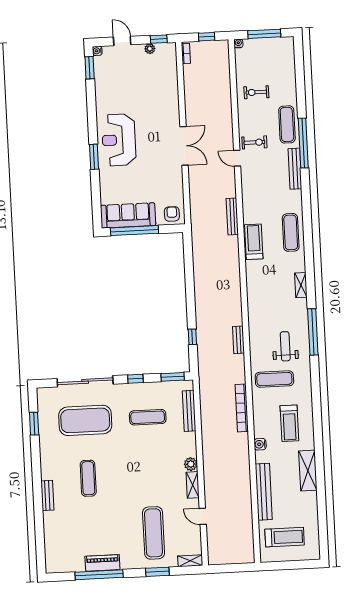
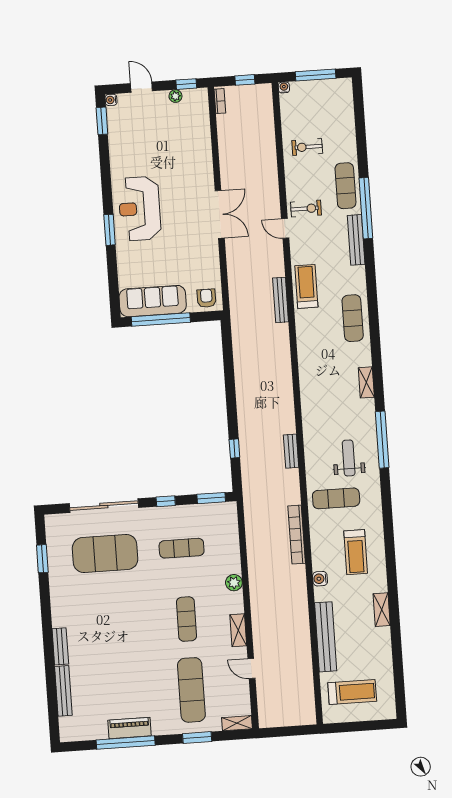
treadmill: (254, 242) -> (306, 286), moved
bench: (189, 411) -> (63, 691), moved
plant: (191, 464) -> (234, 583), moved
shelving: (308, 471) -> (382, 610), width x0.67, depth x0.75
exercise mat: (88, 478) -> (186, 619), moved

